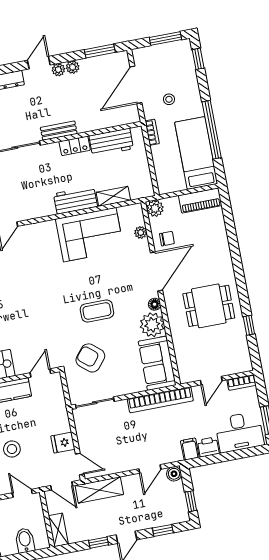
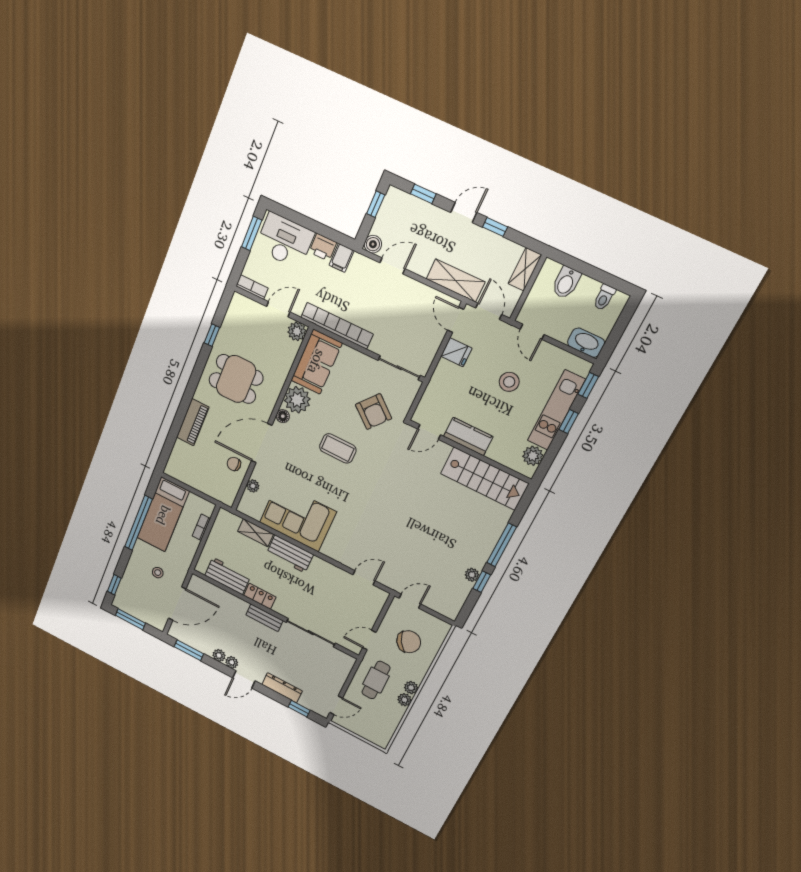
bookcase: (152, 132) -> (201, 527), moved
piano: (200, 200) -> (193, 422), moved, turned 90
plant: (155, 208) -> (297, 331), moved

